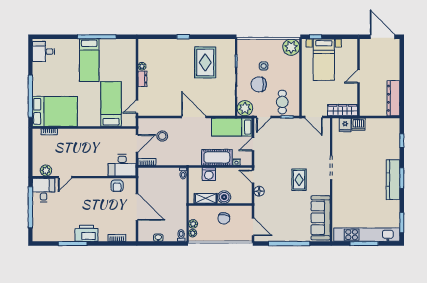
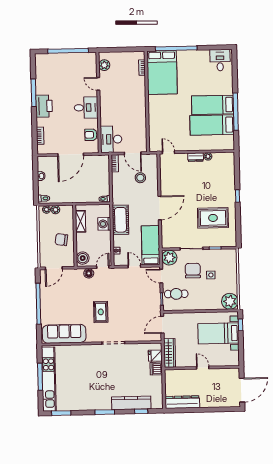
bed: (111, 104) -> (212, 125), moved, turned 180
cot: (217, 157) -> (120, 220), moved
rug: (299, 180) -> (101, 312), turned 90
kitchen counter: (393, 180) -> (131, 403), moved
desk: (44, 190) -> (86, 108), moved
boiler: (224, 197) -> (83, 258), moved

